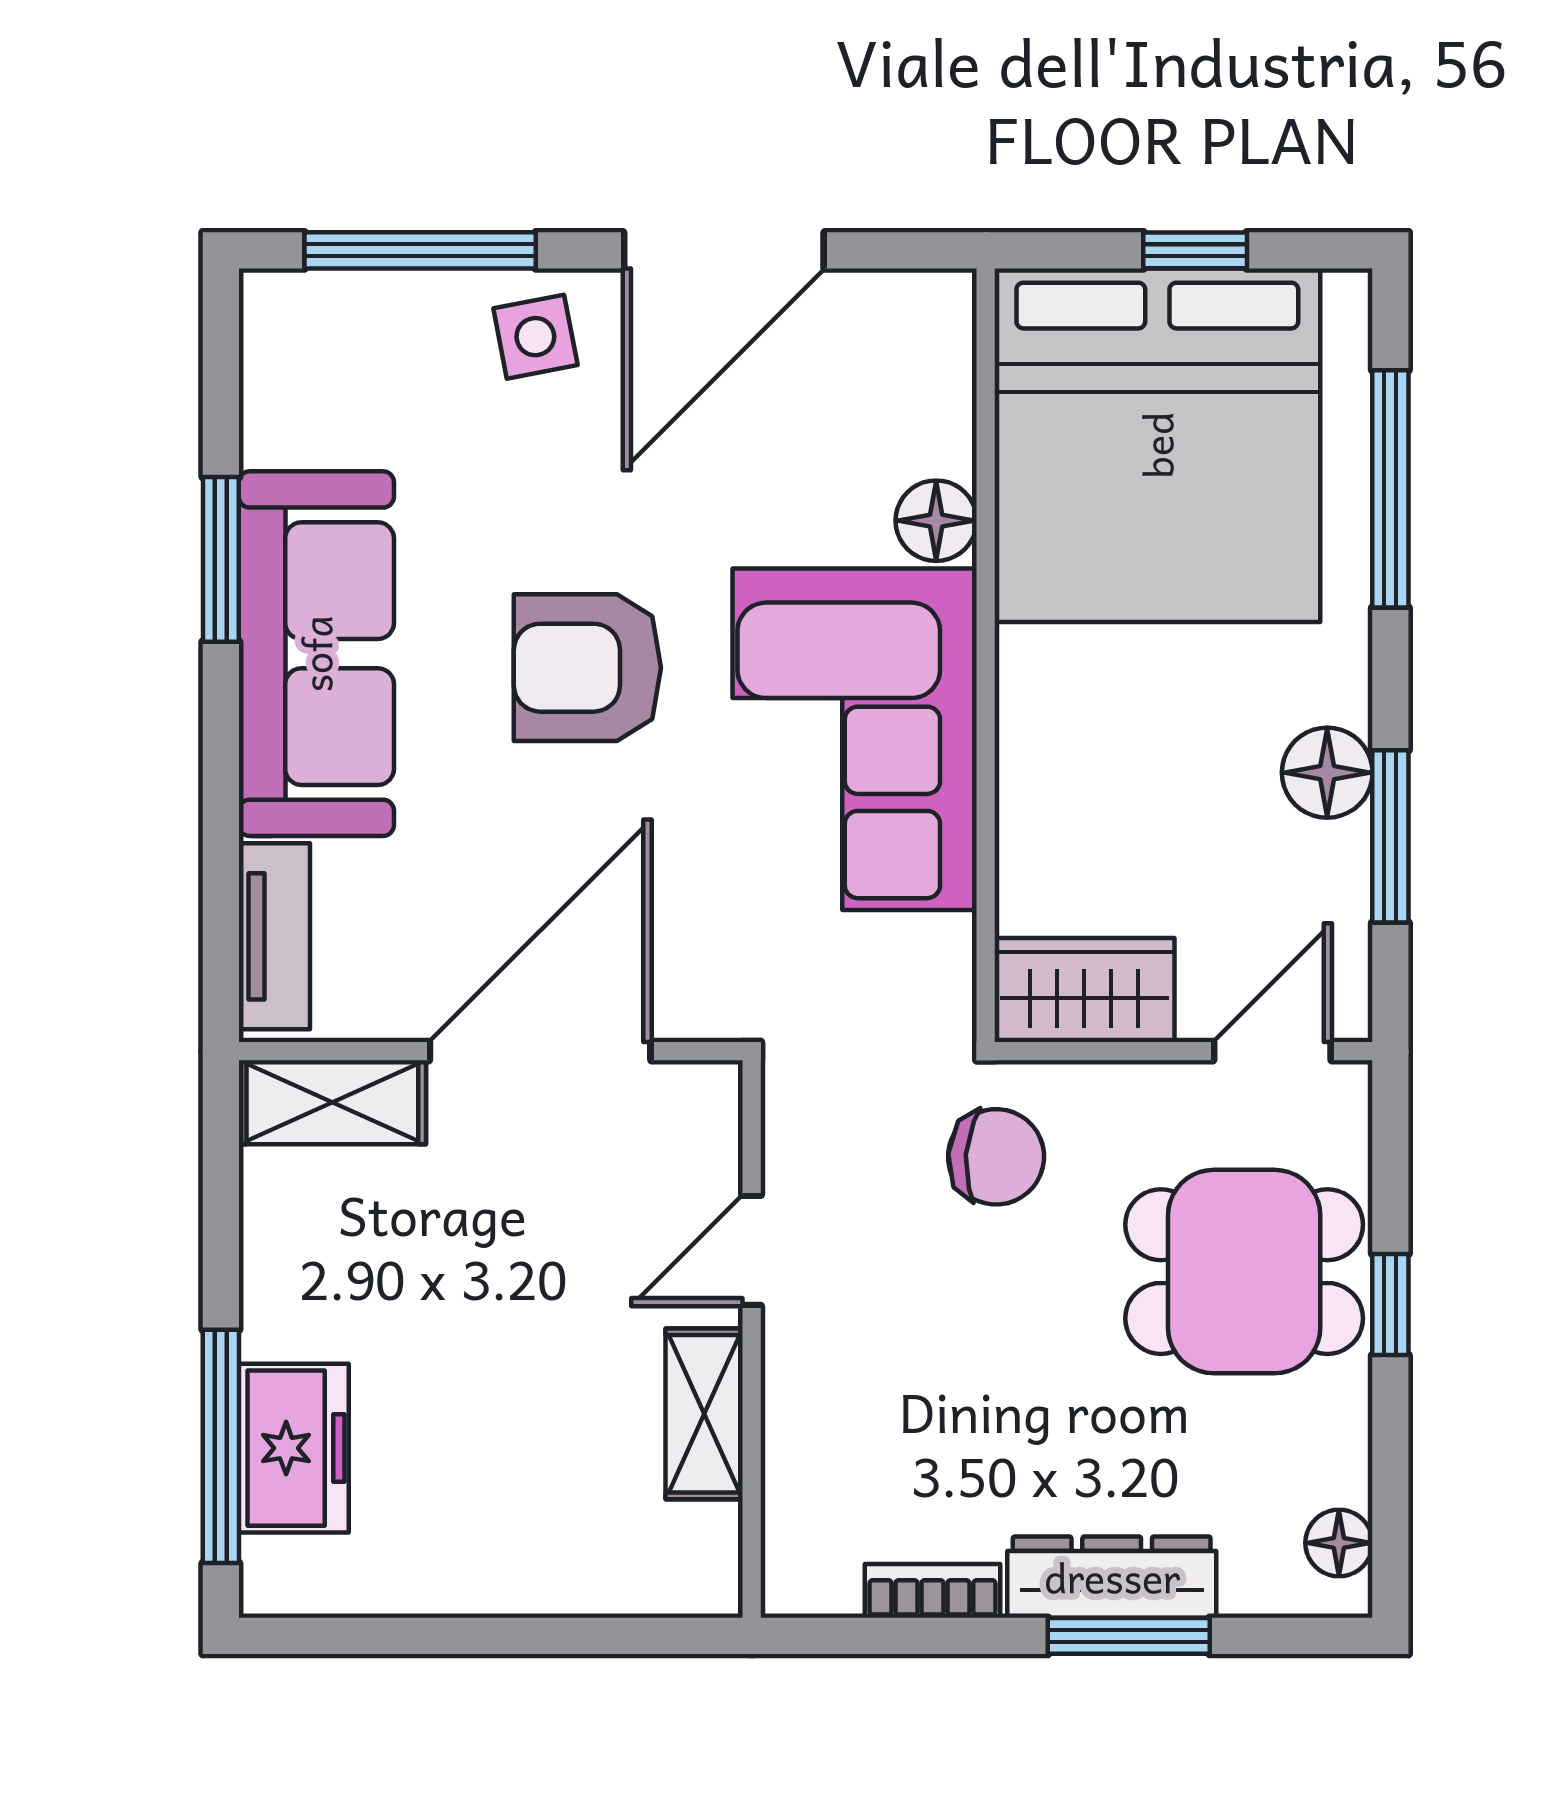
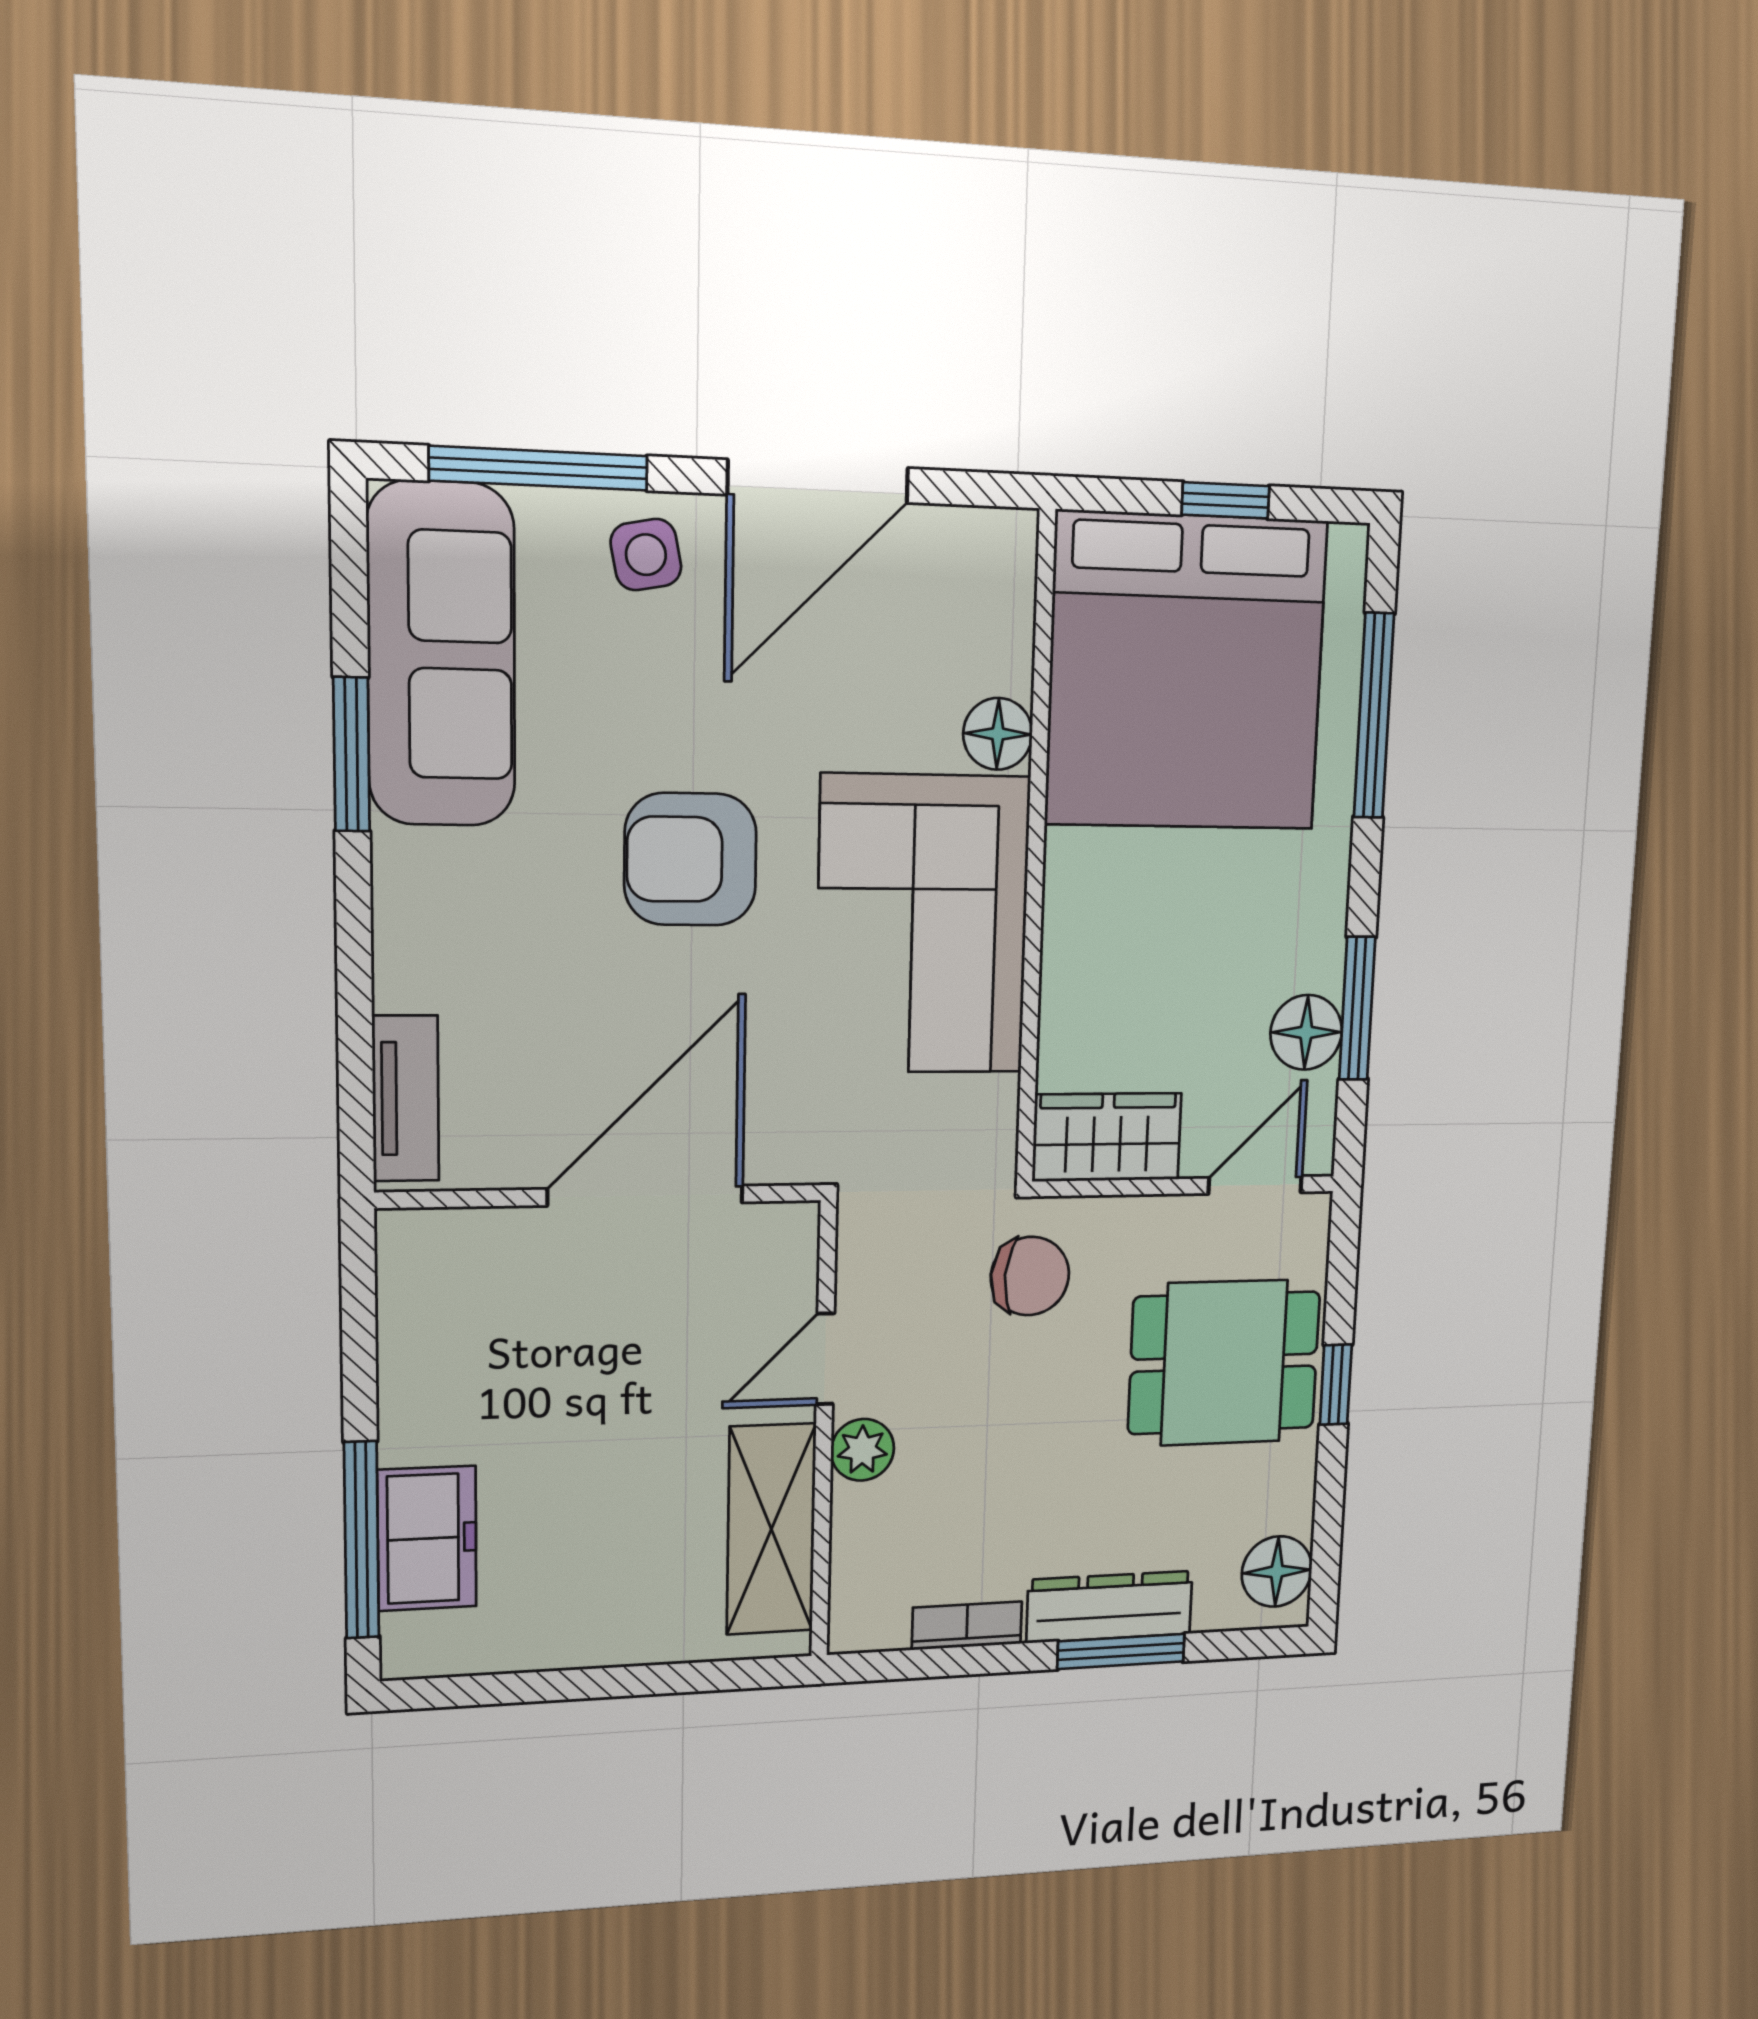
sofa: (316, 654) -> (441, 655), moved
floor lamp: (1327, 773) -> (1306, 1032), moved
shelving: (332, 1102) -> (460, 1243), removed
plant: (799, 1363) -> (862, 1450), added
shelving: (704, 1414) -> (771, 1529), width x1.50, depth x1.33
floor lamp: (1339, 1543) -> (1277, 1572), width x1.37, depth x1.37

